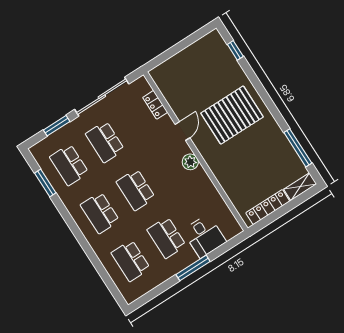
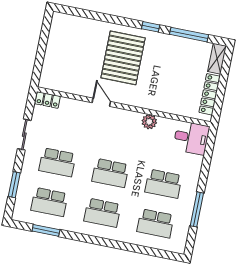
window: (235, 50) -> (151, 27), moved
sliding door: (102, 97) -> (24, 135), width x0.54
locker: (155, 105) -> (48, 100), moved
plant: (190, 162) -> (149, 122), moved
desk: (204, 236) -> (191, 138), moved
window: (193, 268) -> (197, 209), moved

